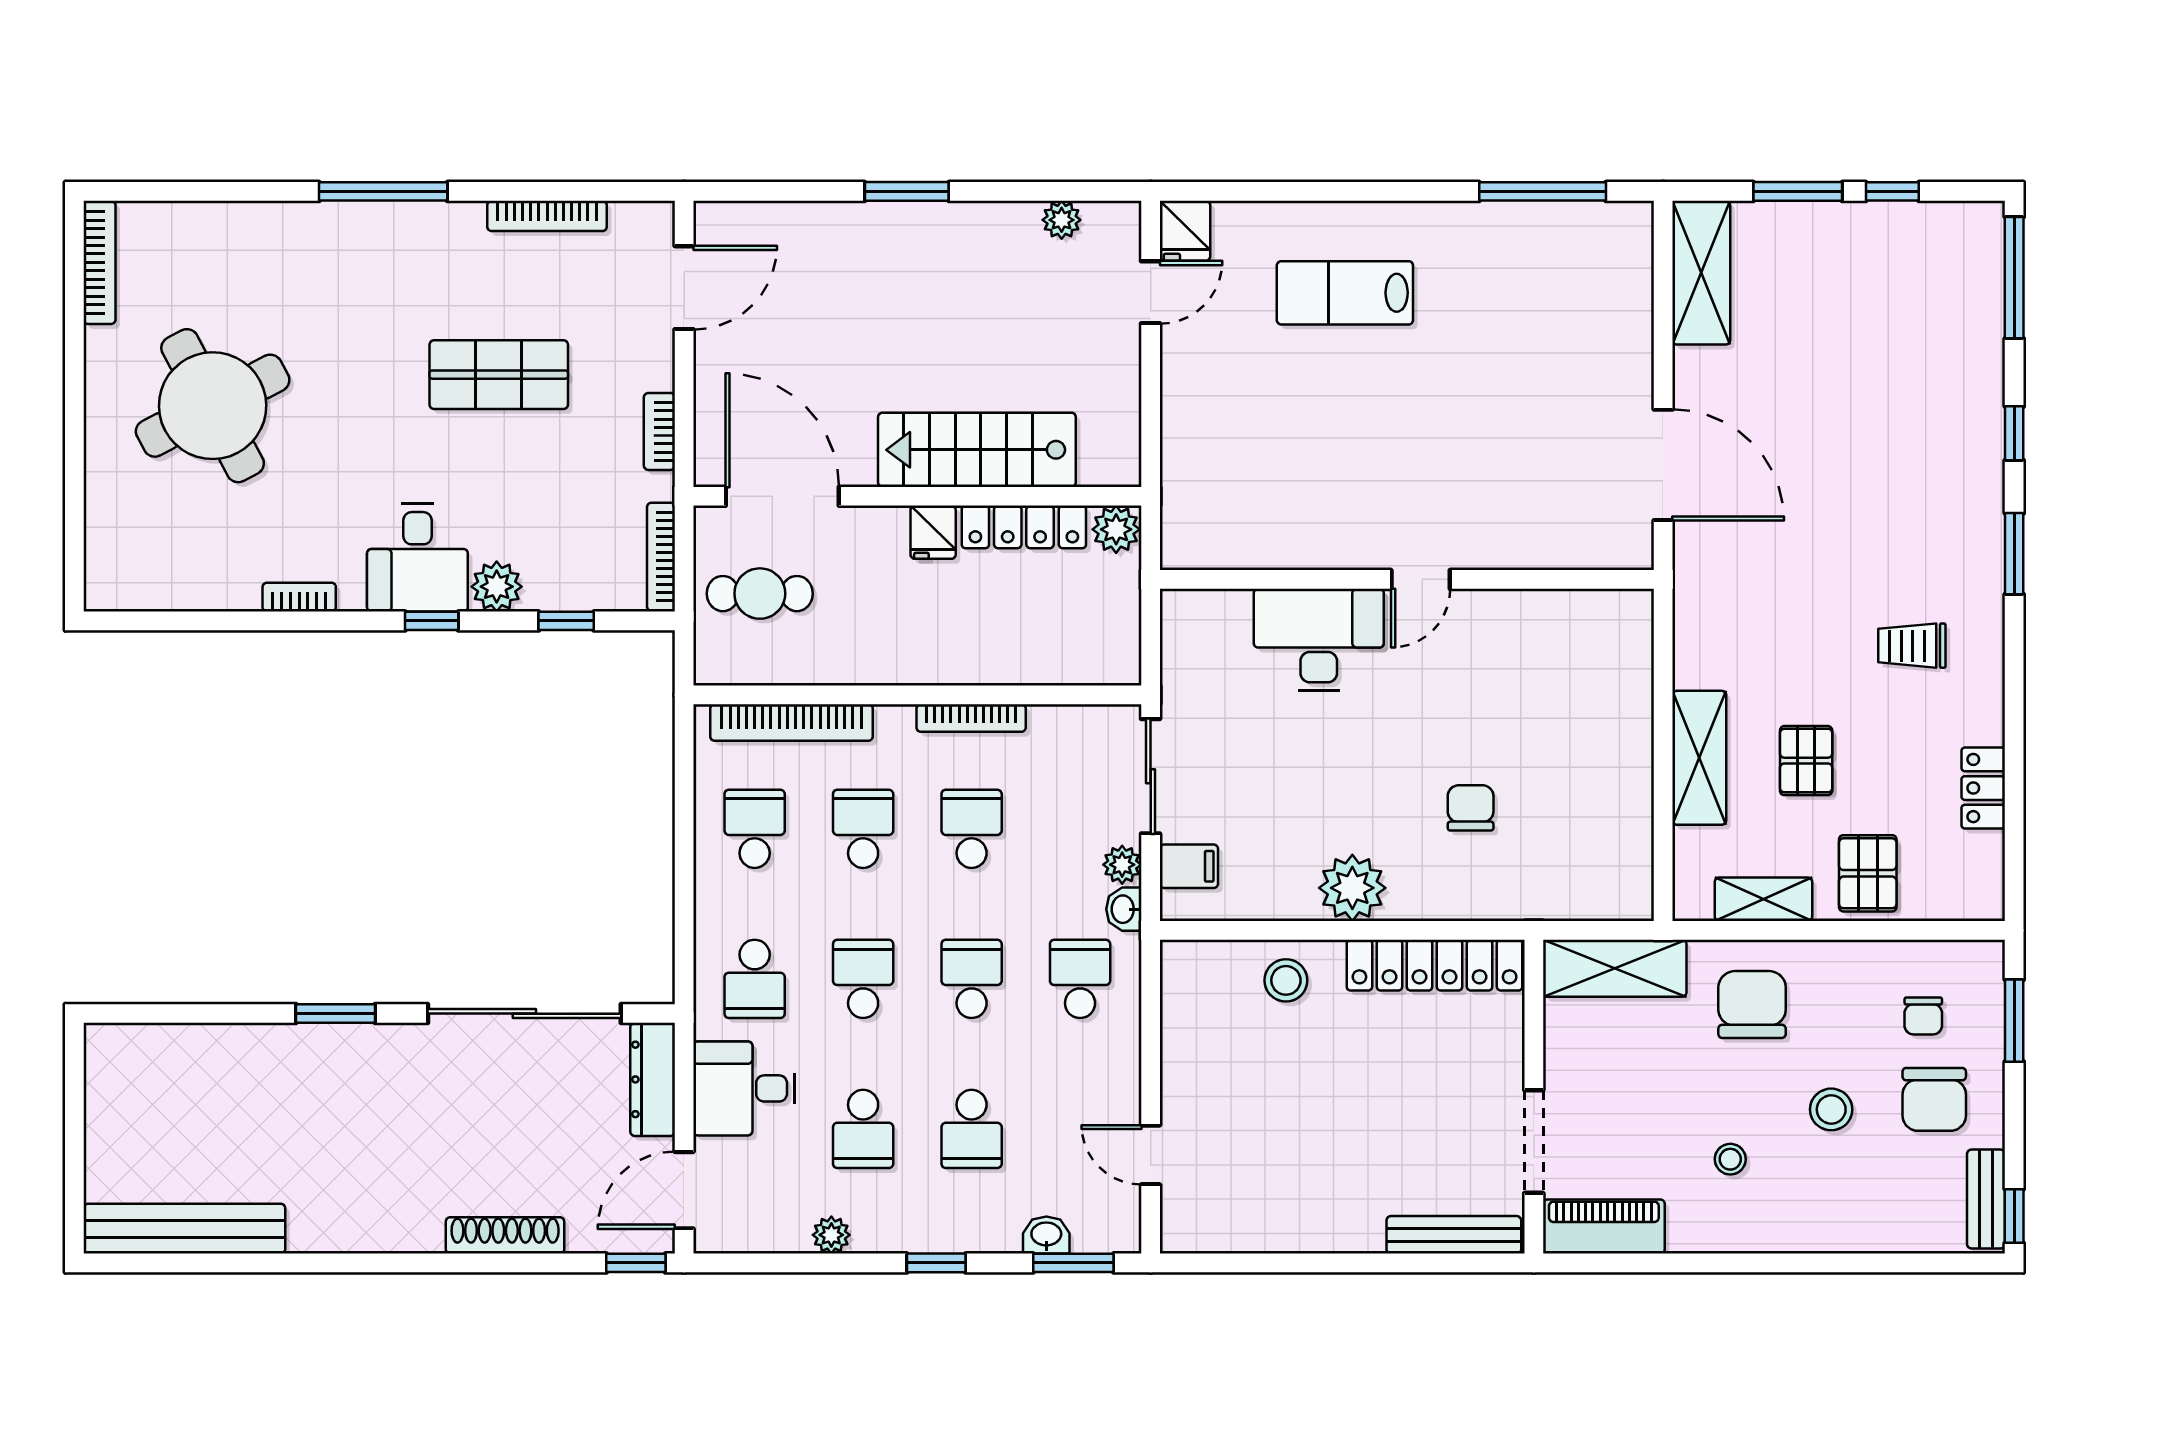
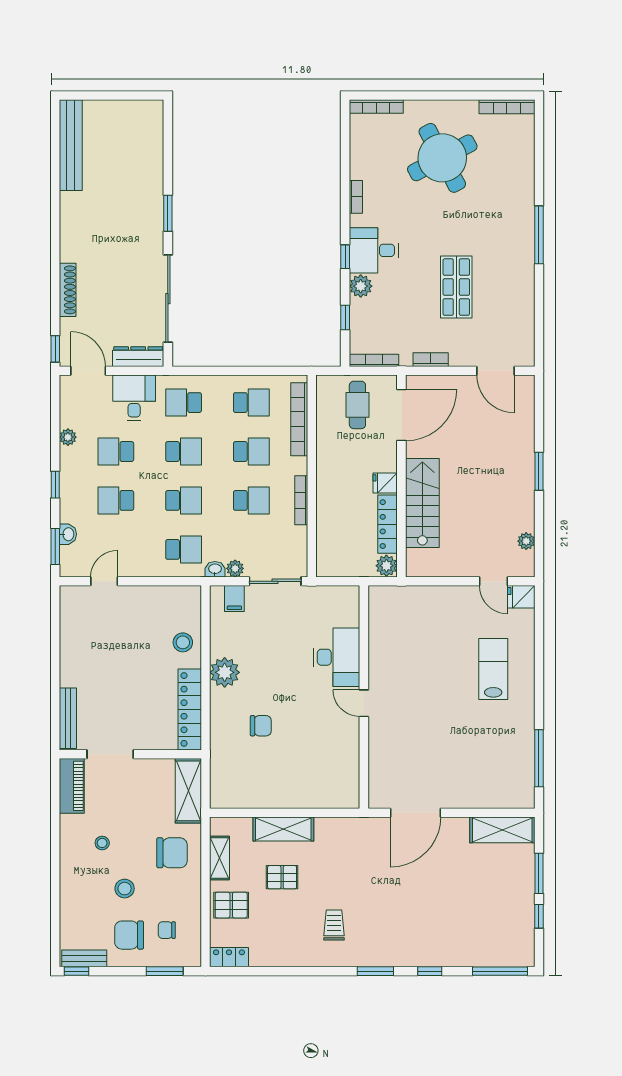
bookcase: (547, 216) -> (376, 107), moved, turned -90
locker: (1983, 788) -> (229, 957), moved

